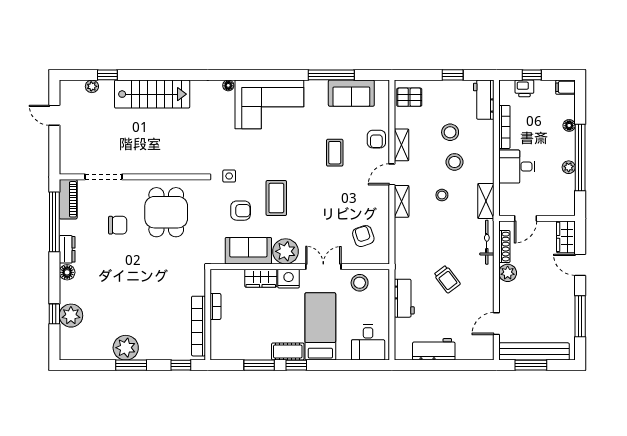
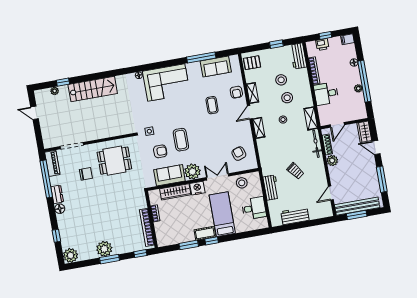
dining table: (166, 212) -> (114, 161), turned 90
wardrobe: (261, 278) -> (175, 192), width x1.50
plant: (71, 316) -> (71, 255), moved
desk: (368, 342) -> (254, 208), moved, turned -90

